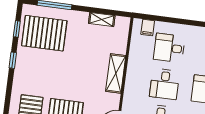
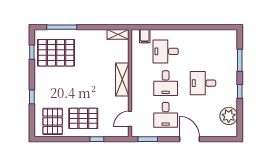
shelving: (102, 19) -> (118, 34), moved
window: (13, 60) -> (32, 97), moved

